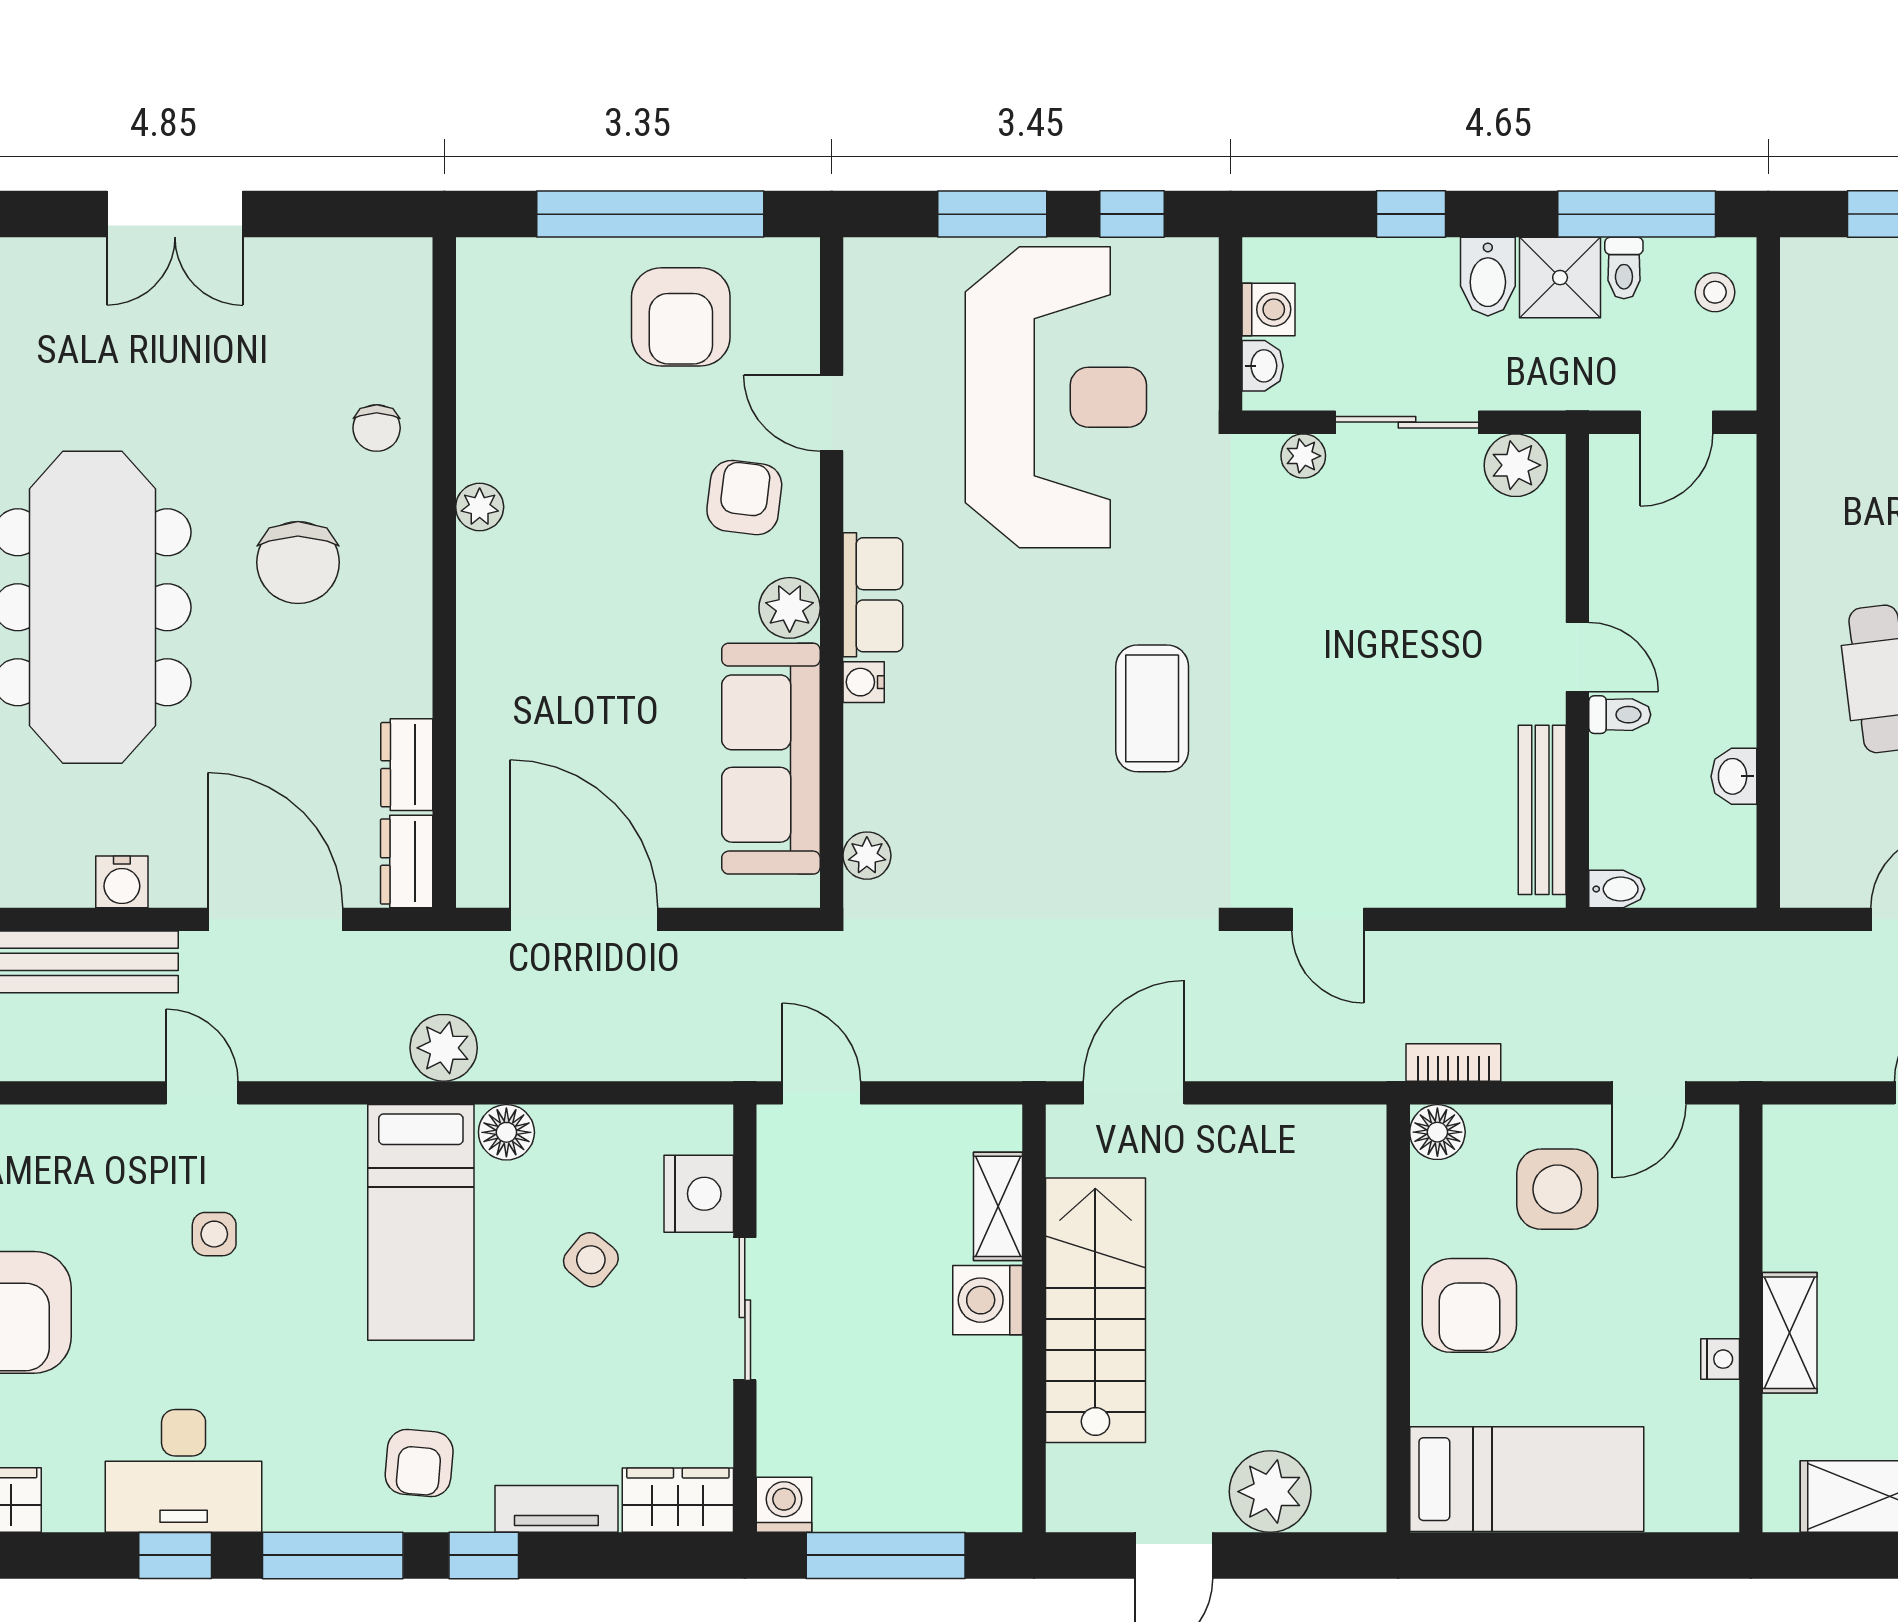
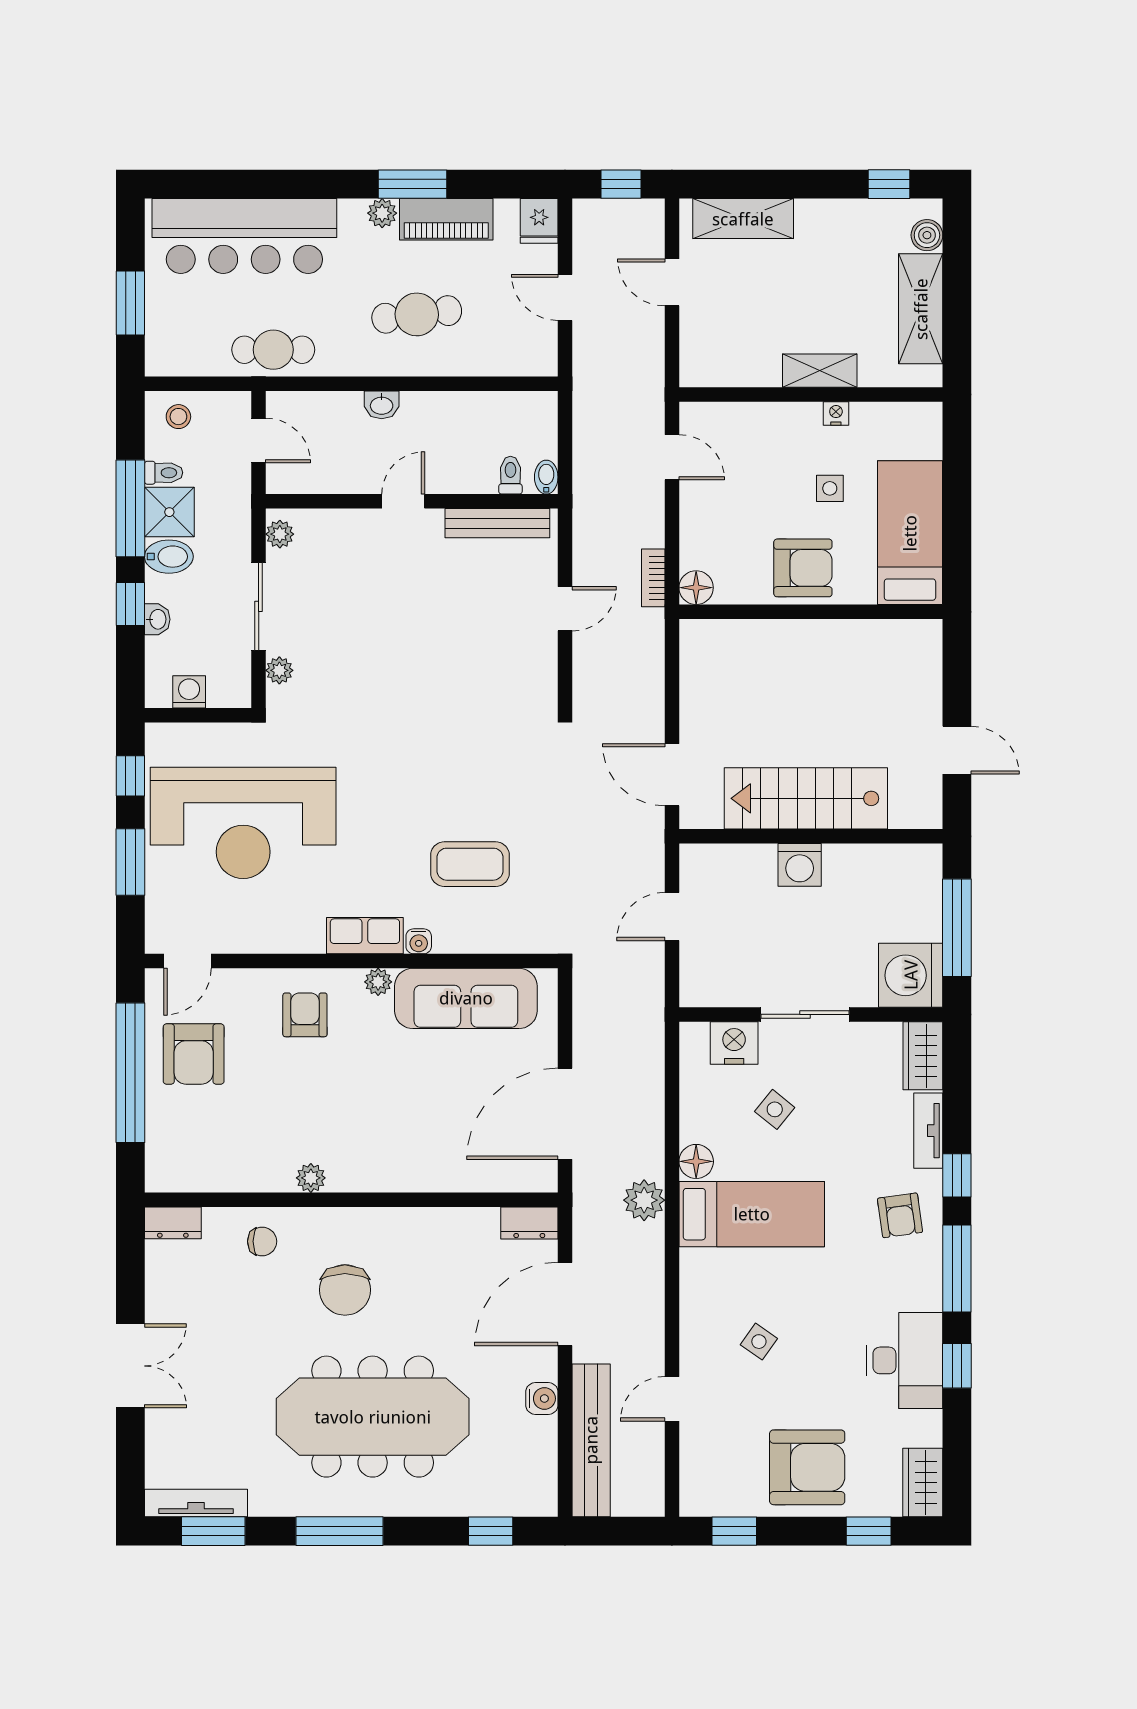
window: (1637, 214) -> (130, 508), moved
armchair: (681, 317) -> (194, 1054), turned 90
washbasin: (1263, 366) -> (157, 619), moved, turned 90
reception desk: (1056, 397) -> (243, 823), turned 180
door: (832, 413) -> (188, 961), moved
cafe table: (1824, 446) -> (273, 350), added
plant: (1516, 465) -> (280, 534), width x0.73, depth x0.73
armchair: (744, 498) -> (305, 1015), turned 83
chair: (298, 562) -> (345, 1290), turned 90
plant: (790, 608) -> (378, 982), width x0.73, depth x0.73
coffee table: (1152, 708) -> (470, 864), moved
toilet: (1620, 715) -> (510, 475), moved
dresser: (407, 765) -> (173, 1223), moved
washbasin: (1734, 776) -> (382, 405), moved
plant: (867, 856) -> (526, 939), removed
door: (1328, 919) -> (565, 609), moved
door: (202, 1093) -> (672, 1399), moved
door: (821, 1093) -> (672, 917), moved
side table: (1557, 1189) -> (830, 488), moved, width x0.54, depth x0.54
shelving: (998, 1206) -> (742, 859), removed
side table: (214, 1234) -> (759, 1342), turned 35
armchair: (419, 1463) -> (900, 1215), turned 77
plant: (1270, 1492) -> (918, 691), removed
washing machine: (784, 1505) -> (911, 975), width x1.89, depth x1.89

